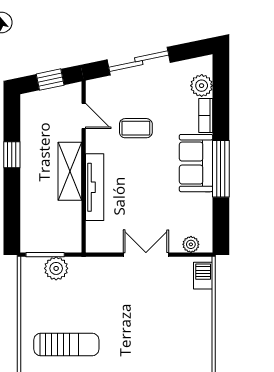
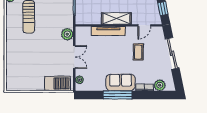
plant: (56, 268) -> (67, 34), moved
barbecue: (203, 276) -> (58, 83), width x1.88, depth x1.53

